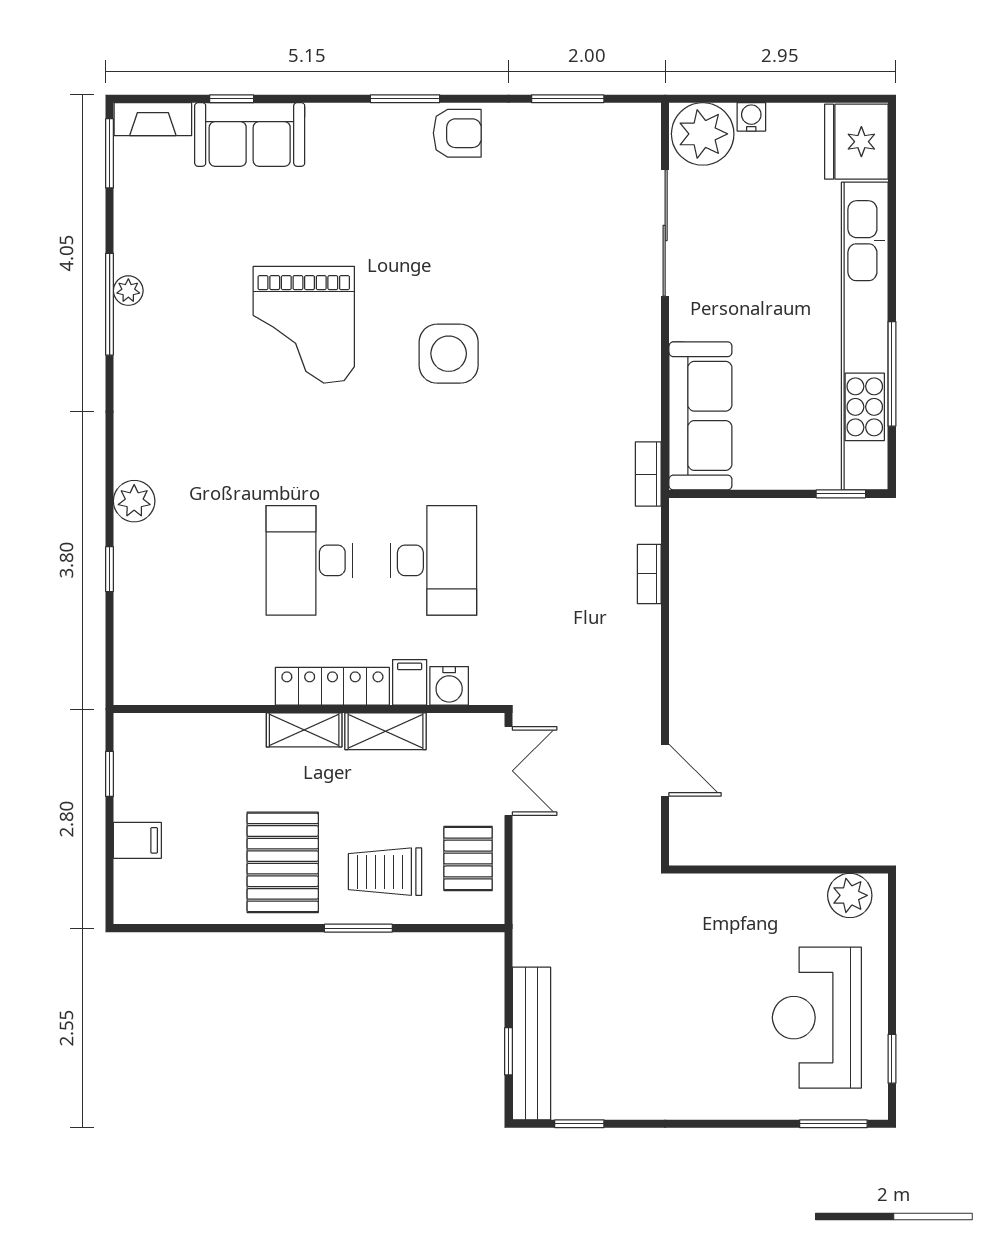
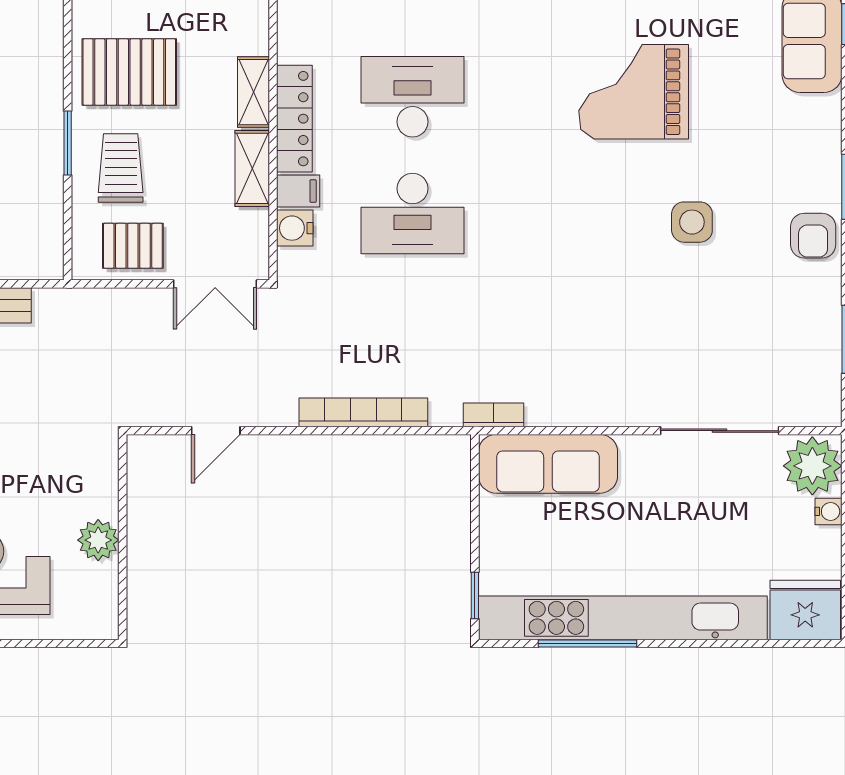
side table: (449, 354) -> (692, 222), moved, width x0.73, depth x0.73
bookcase: (649, 574) -> (363, 412), width x2.31, depth x1.31
plant: (850, 895) -> (98, 540), moved

